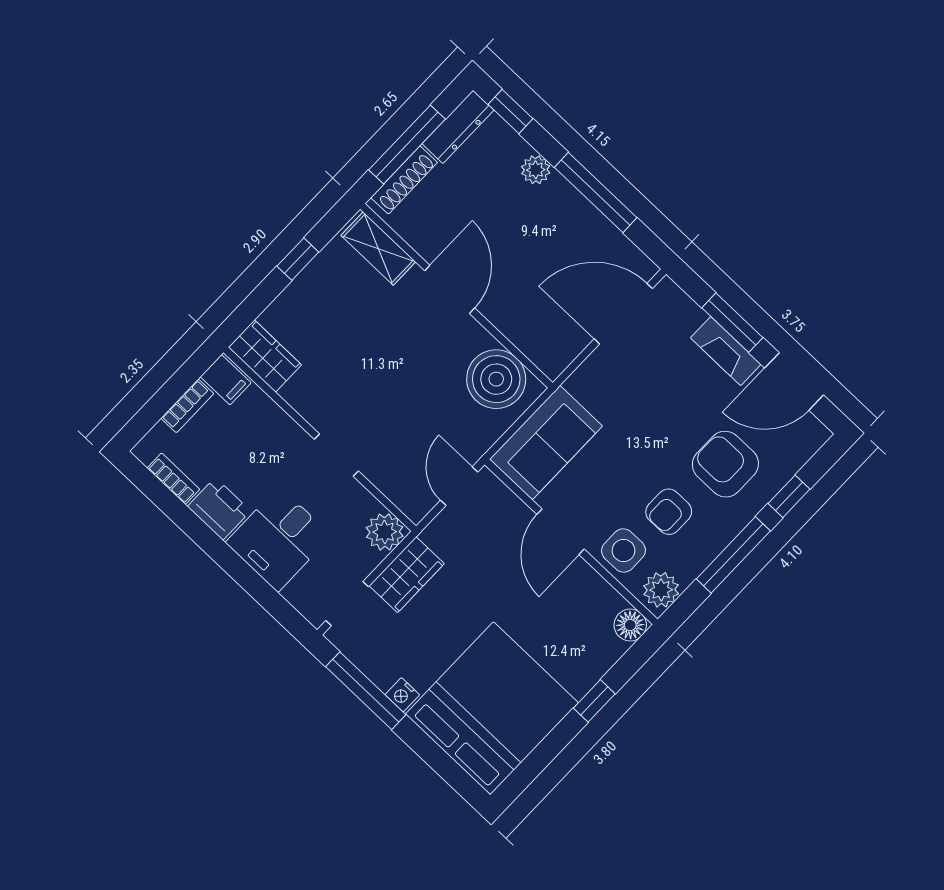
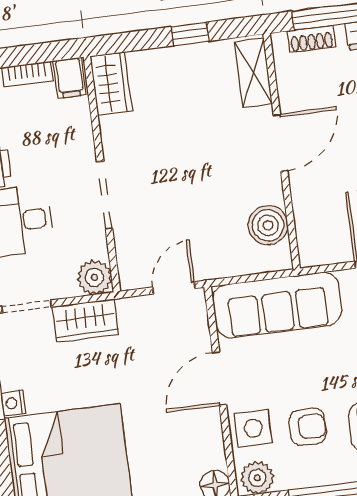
shoe rack: (404, 180) -> (311, 39), width x0.70
boiler: (496, 379) -> (268, 225), width x0.73, depth x0.73
sofa: (546, 443) -> (277, 305), width x1.36
doorway: (336, 455) -> (105, 195), width x1.38
armchair: (669, 512) -> (308, 427), turned 180

